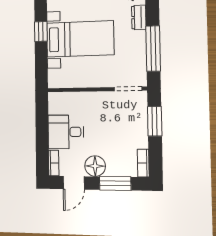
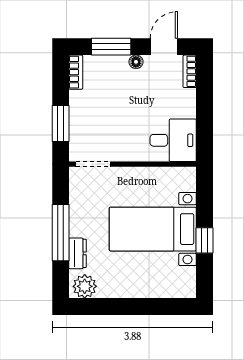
window: (153, 49) -> (61, 233), moved
desk: (66, 132) -> (173, 140), moved
floor lamp: (95, 166) -> (136, 62), width x0.53, depth x0.53

